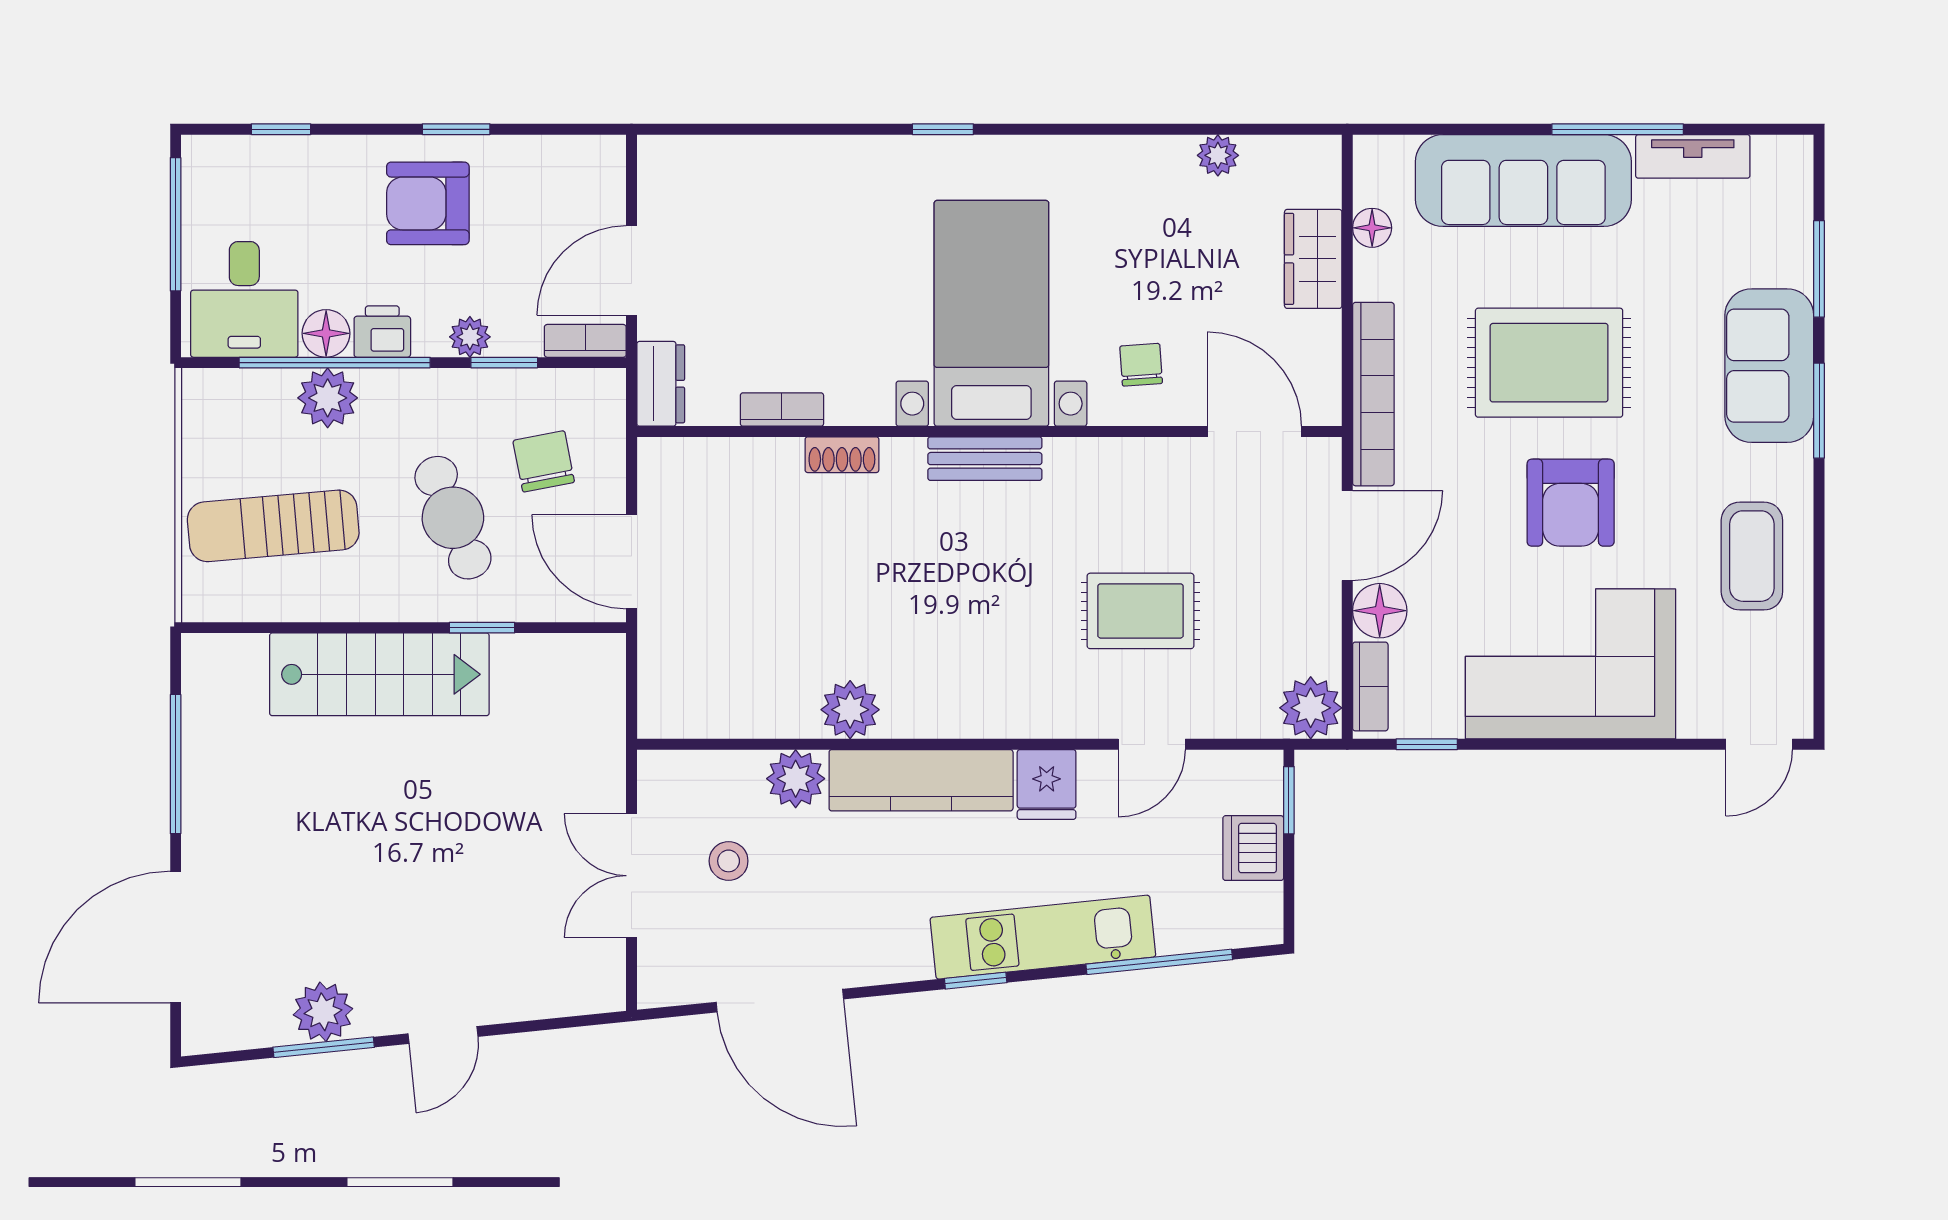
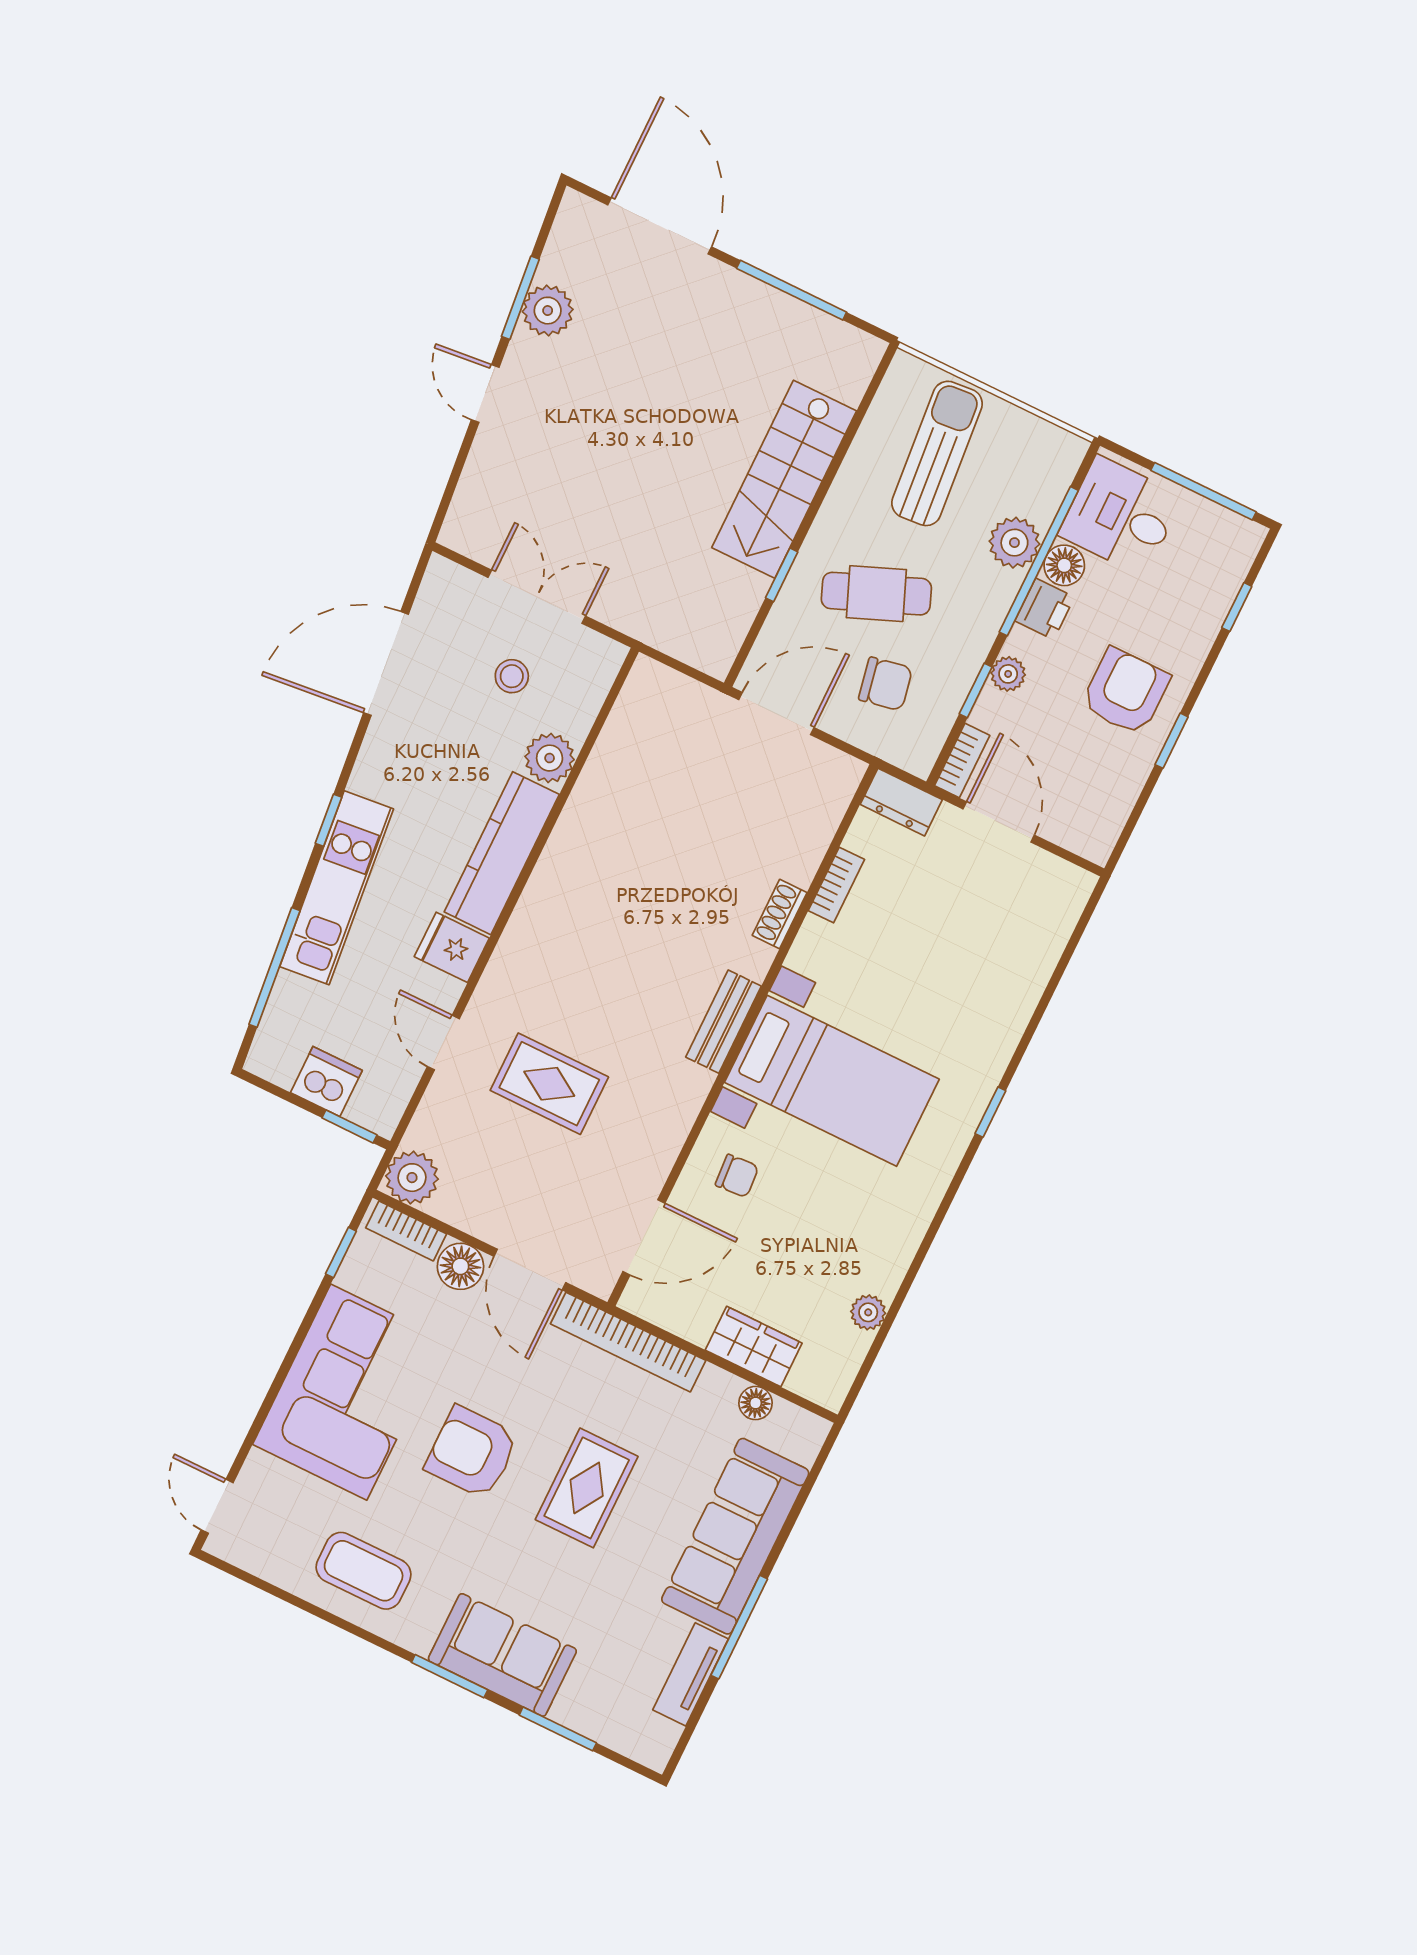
rug: (1549, 363) -> (587, 1488), width x0.73, depth x0.70
rug: (1140, 611) -> (549, 1084), turned 90
plant: (850, 710) -> (582, 825), removed

